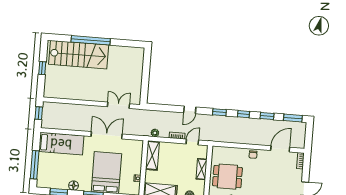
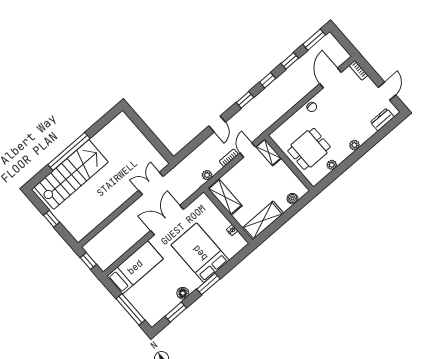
shelving: (202, 169) -> (269, 152), moved

